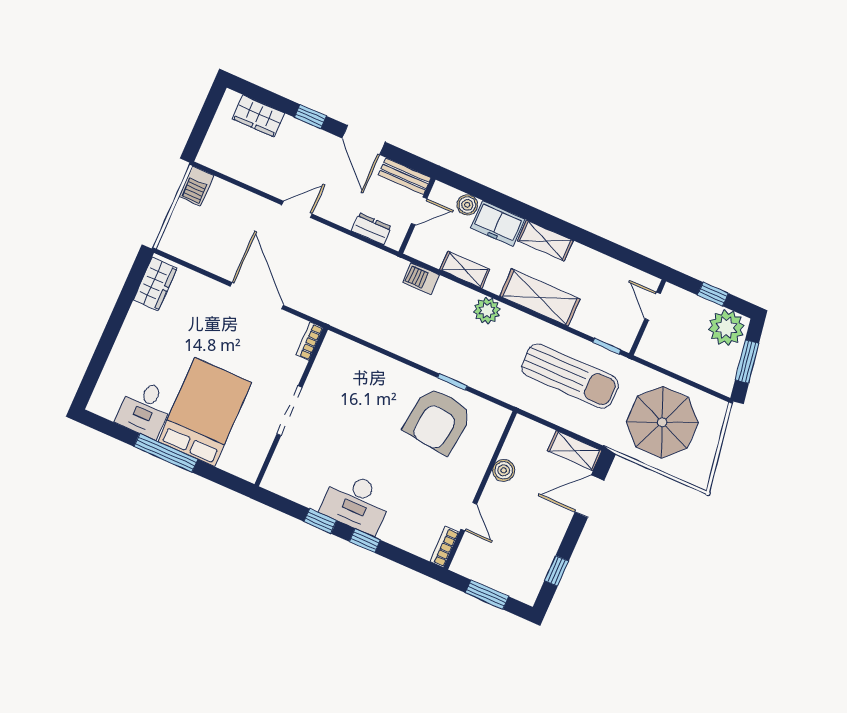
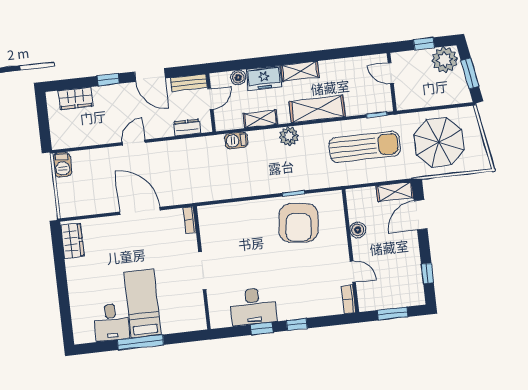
bed: (205, 412) -> (142, 303), width x0.67
desk: (356, 503) -> (253, 307), moved

